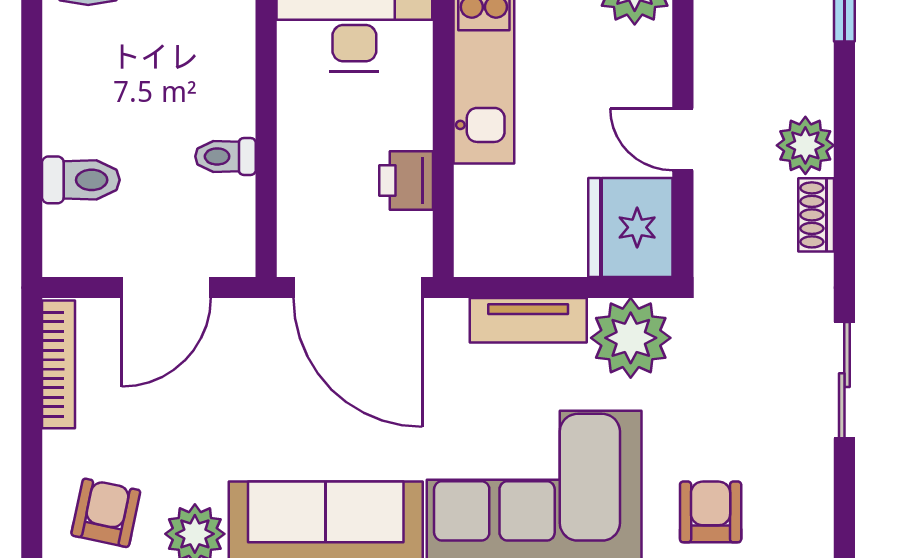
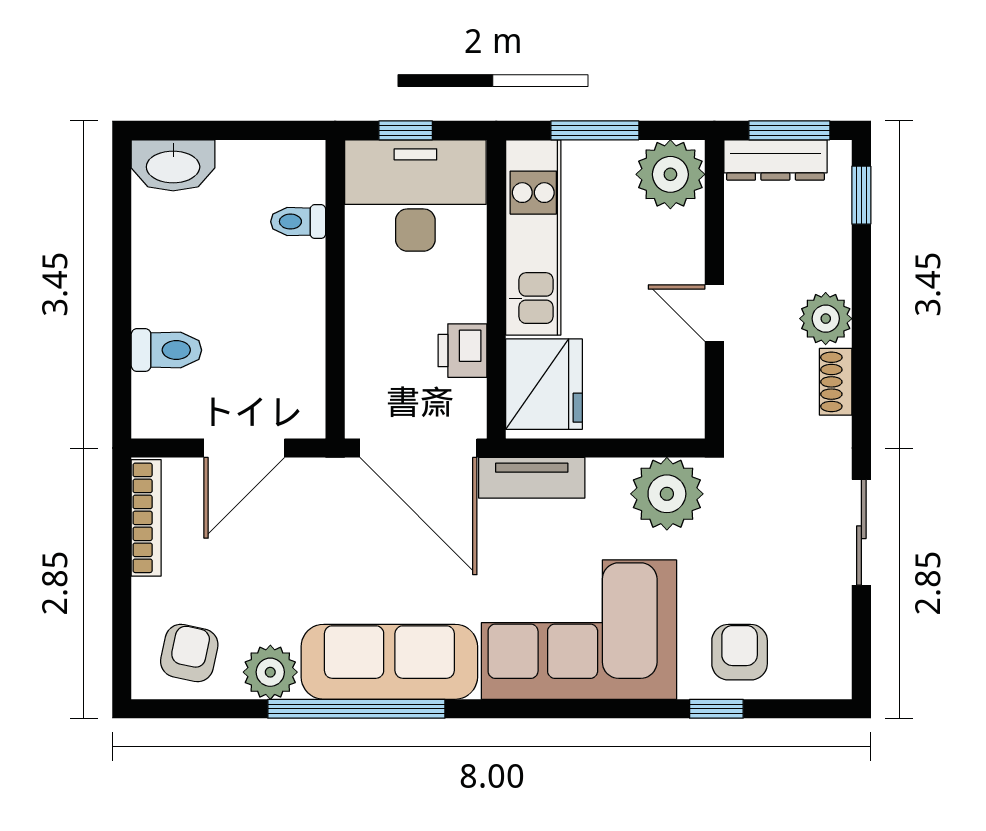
toilet: (225, 156) -> (298, 222), moved
fridge: (630, 227) -> (544, 384), moved, turned 180
tv unit: (528, 320) -> (532, 478), moved

